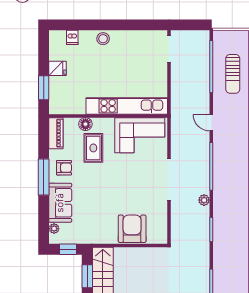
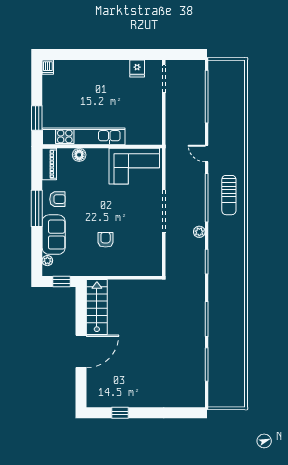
dishwasher: (72, 37) -> (48, 67), moved
stool: (103, 39) -> (97, 68), removed
fridge: (57, 68) -> (137, 68), moved, turned 90
sun lounger: (233, 74) -> (229, 195), moved
kitchen unit: (127, 106) -> (84, 136), moved
rug: (93, 148) -> (87, 179), removed
armchair: (132, 229) -> (106, 240), moved, width x0.53, depth x0.53
window: (87, 276) -> (81, 309), removed

